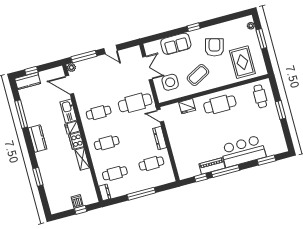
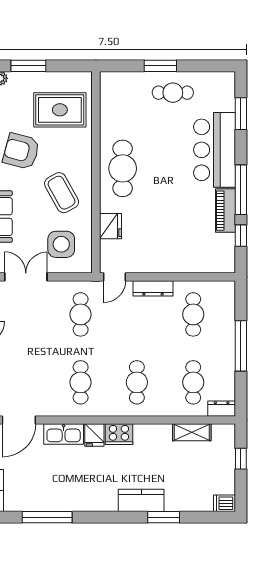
cafe table: (260, 96) -> (173, 93), moved
cafe table: (135, 103) -> (81, 314), width x0.73, depth x0.74
kitchen counter: (37, 139) -> (141, 500), moved
shelving: (82, 159) -> (192, 432), moved
dishwasher: (77, 201) -> (224, 503), moved

